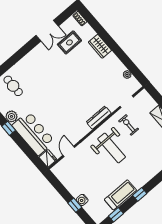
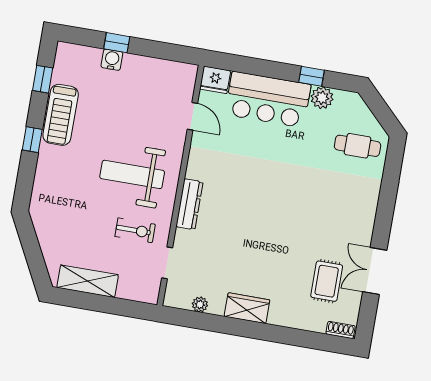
wardrobe: (100, 46) -> (247, 308), moved

